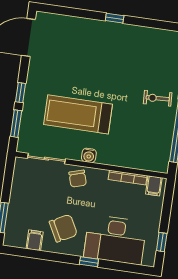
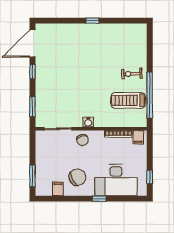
window: (20, 93) -> (32, 72), moved
treadmill: (78, 114) -> (128, 100), moved, width x0.73, depth x0.73

